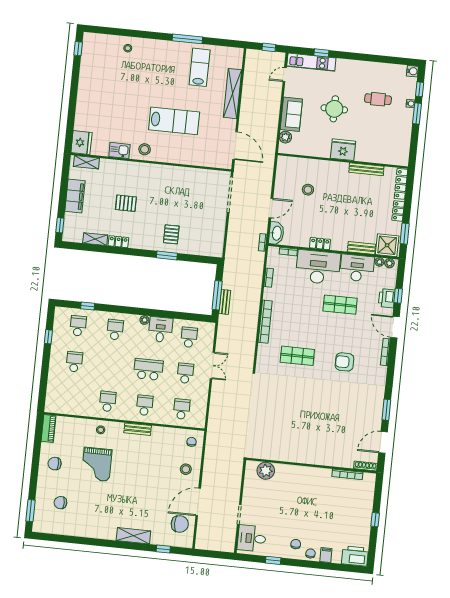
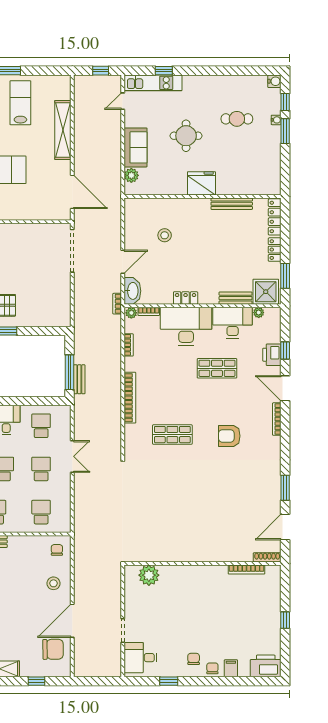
plant: (389, 263) -> (131, 313), moved

